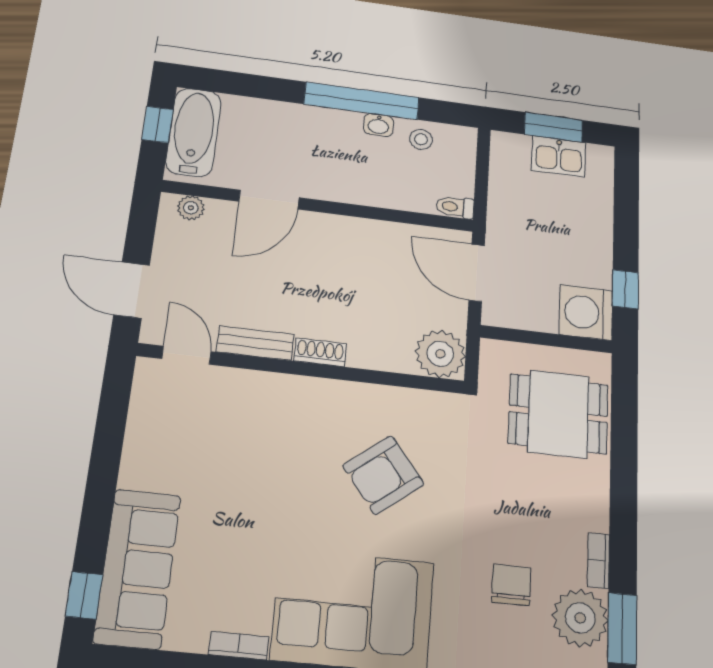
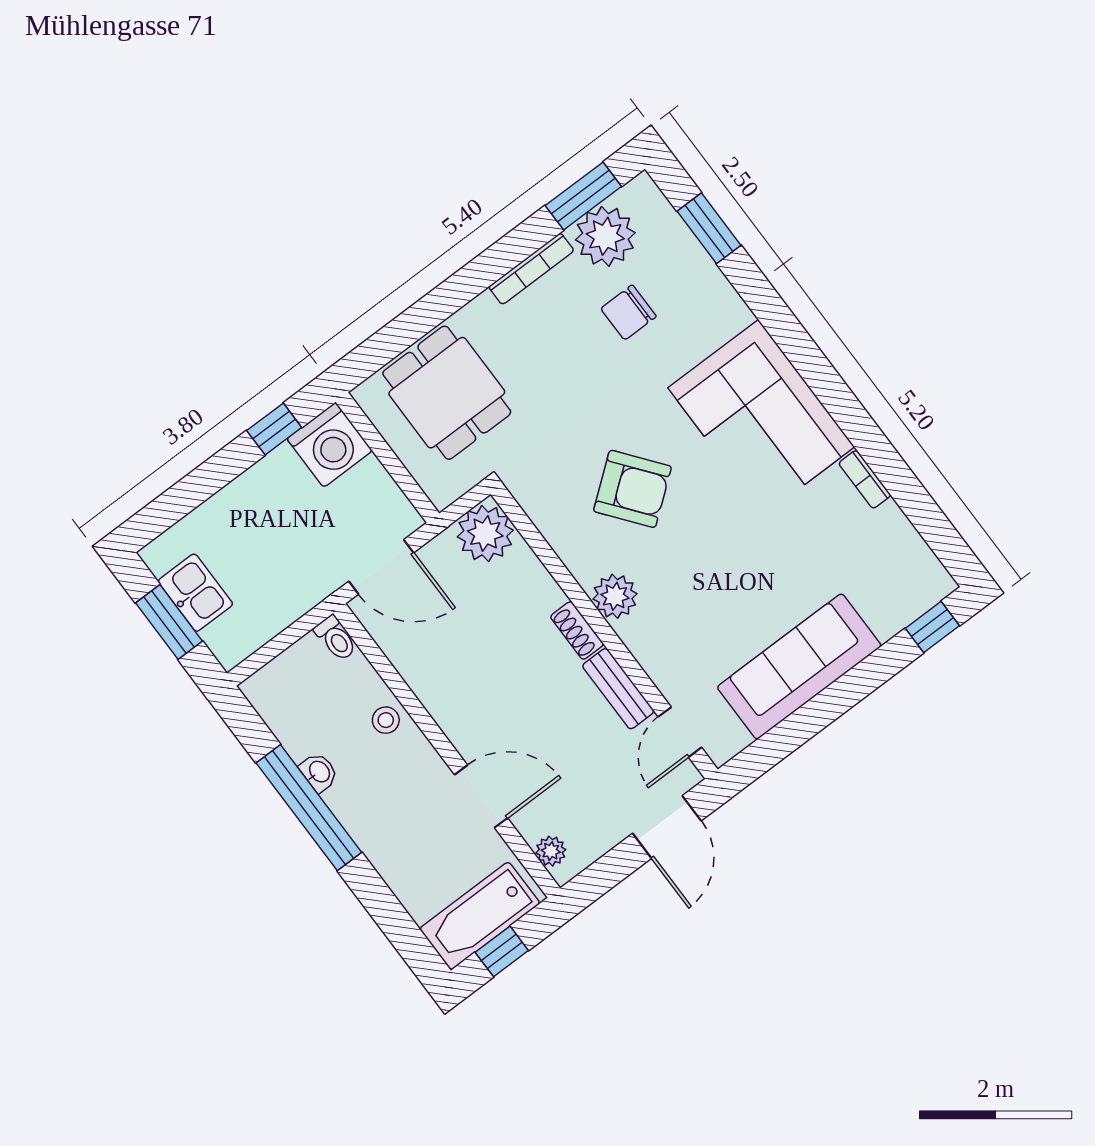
stool: (421, 139) -> (386, 720), moved
door: (477, 273) -> (381, 567), hinge flipped
plant: (320, 397) -> (615, 596), added
bookcase: (598, 561) -> (531, 269), width x1.56
sofa: (138, 568) -> (799, 666), moved

